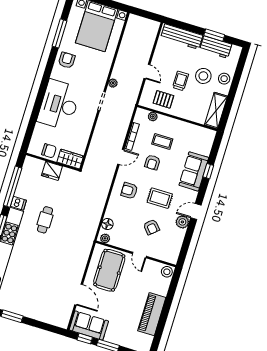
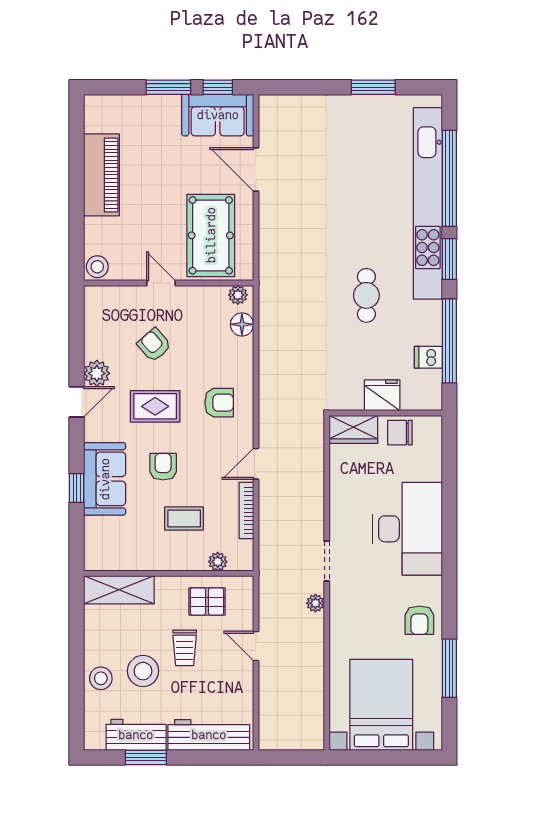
shelving: (216, 111) -> (119, 590), moved, turned 90
armchair: (152, 162) -> (163, 467), moved
dishwasher: (18, 203) -> (428, 357), moved

